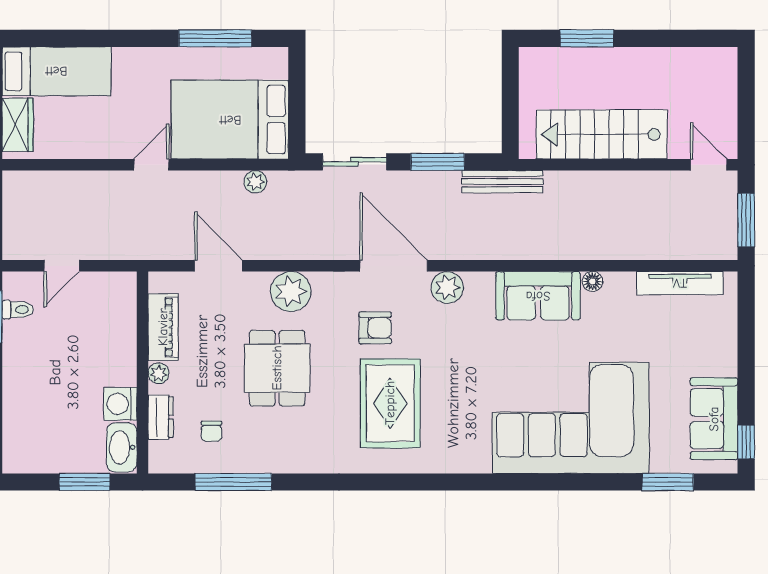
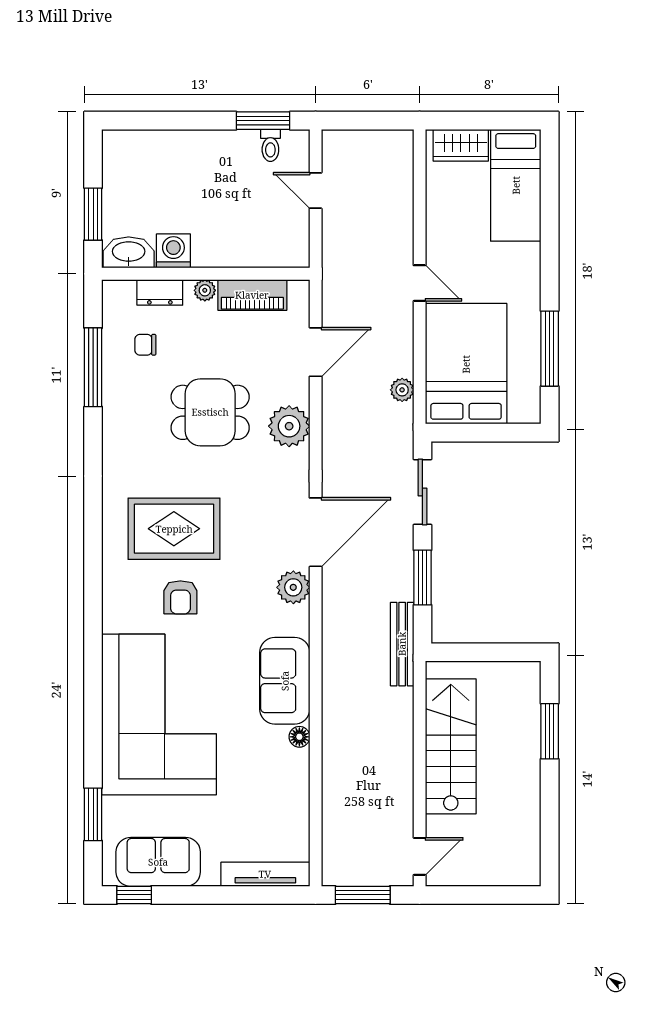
tv unit: (680, 283) -> (265, 874), moved, turned 90
armchair: (375, 328) -> (180, 597), moved

